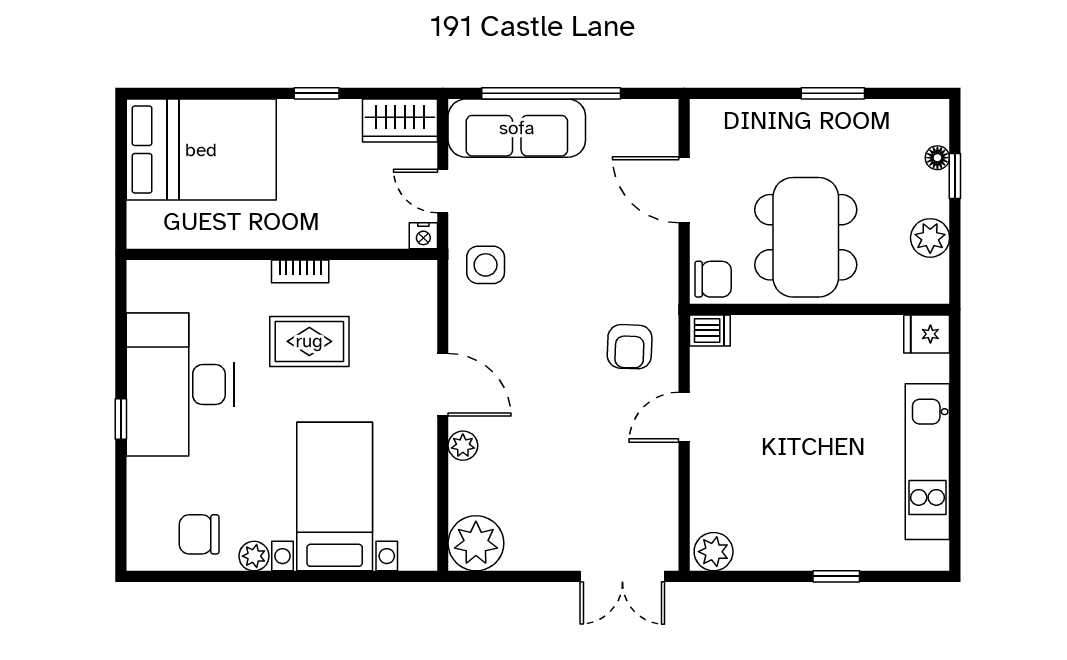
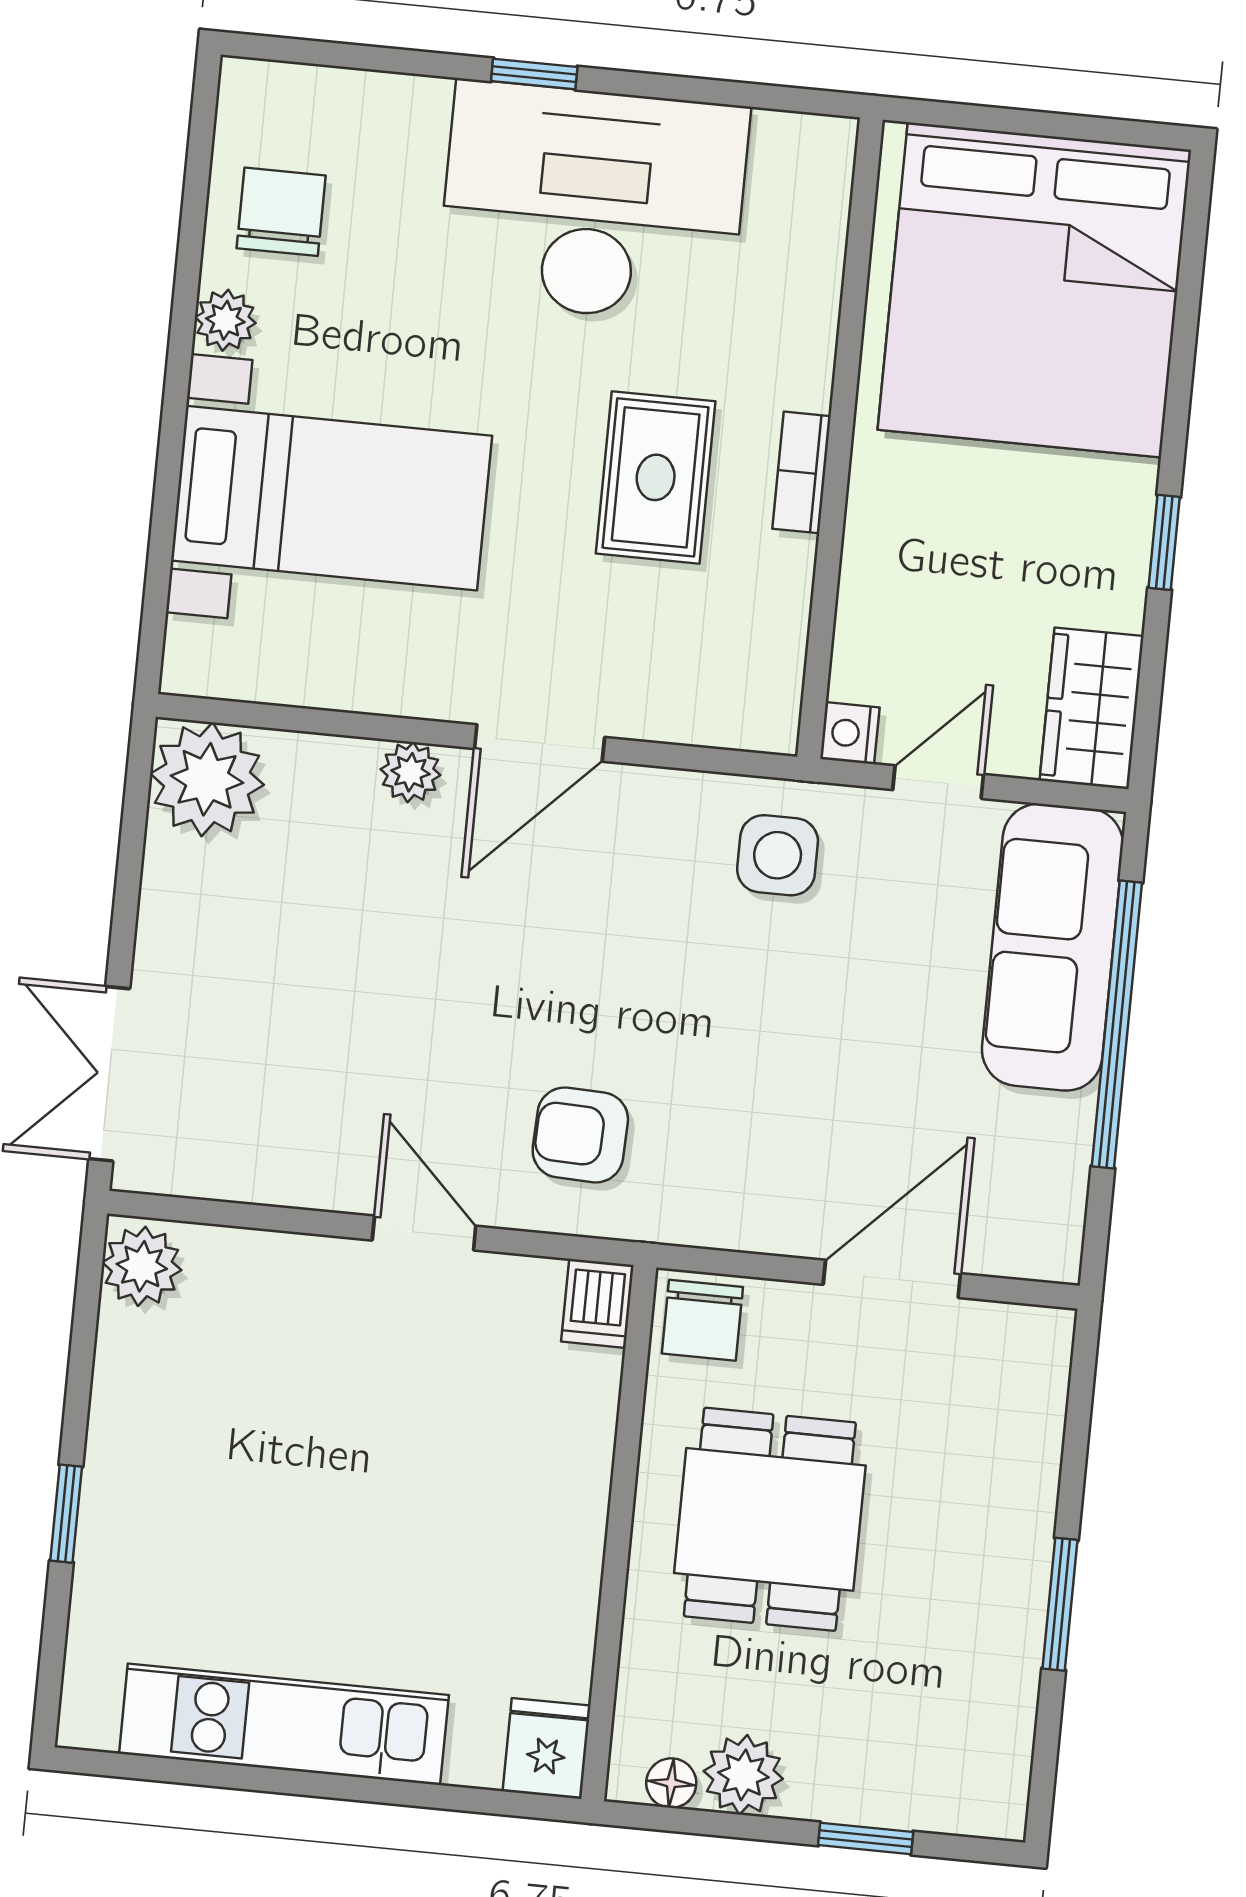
bed: (201, 150) -> (1034, 290), width x1.36
floor lamp: (937, 158) -> (671, 1783), moved
dining table: (806, 237) -> (770, 1519), width x0.73

